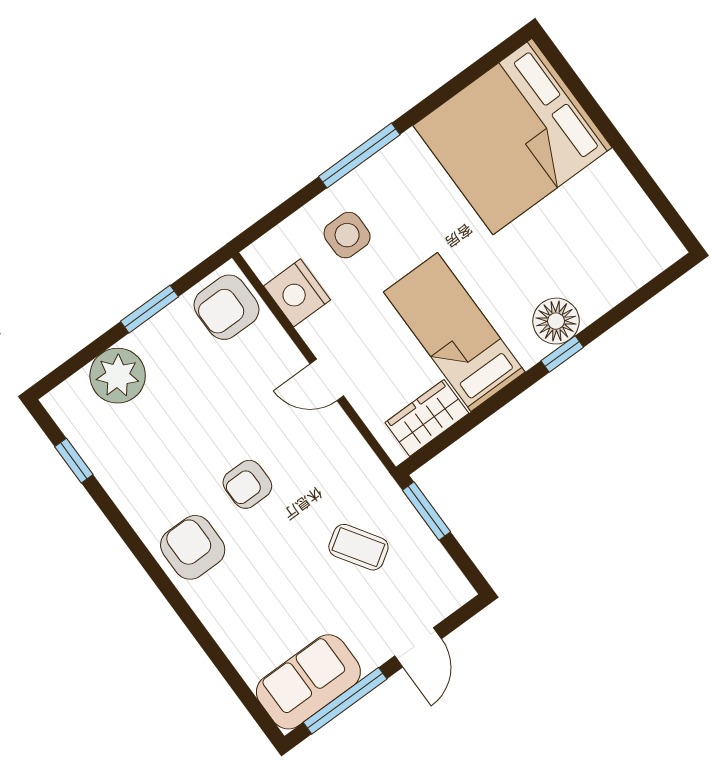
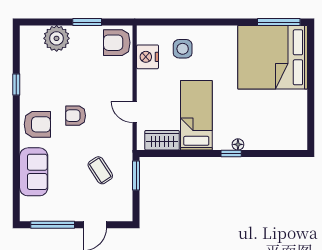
window: (359, 156) -> (279, 22), moved
floor lamp: (556, 321) -> (238, 144), width x0.53, depth x0.53
door: (327, 380) -> (135, 112), moved
window: (74, 461) -> (16, 84), moved
armchair: (193, 547) -> (37, 124), turned 90
sofa: (308, 682) -> (34, 172), moved, turned 90

